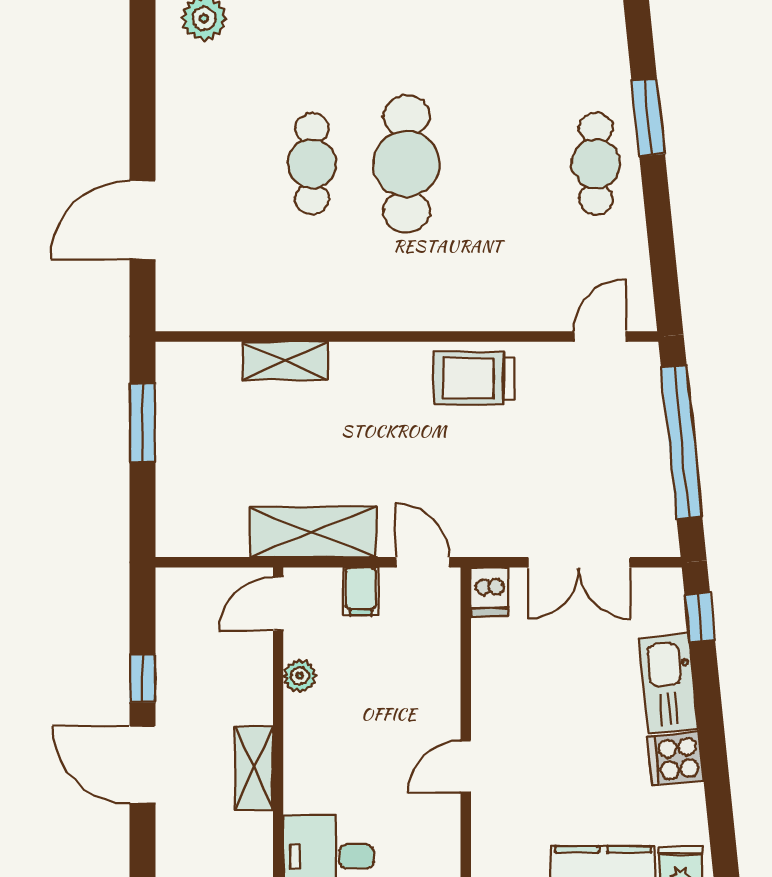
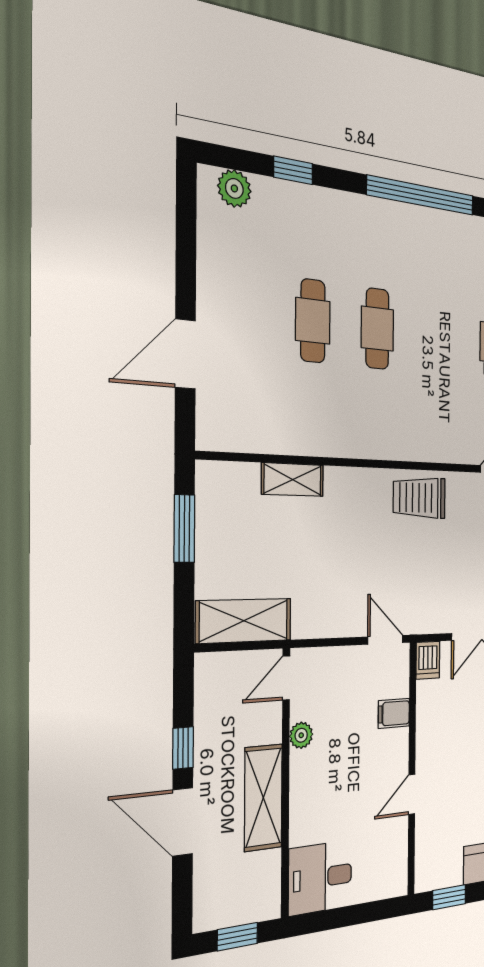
cafe table: (407, 164) -> (377, 329), width x0.73, depth x0.74
shelving: (313, 532) -> (244, 621), moved
filing cabinet: (361, 591) -> (394, 713), moved, turned 90
shelving: (254, 768) -> (263, 797), width x1.50, depth x1.33

